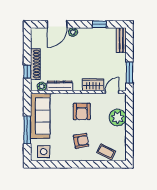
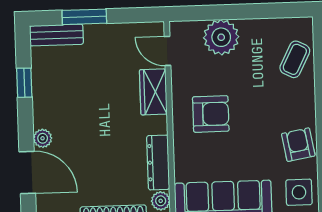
window: (129, 72) -> (84, 17), moved
armchair: (81, 141) -> (298, 145), moved

